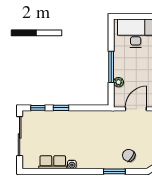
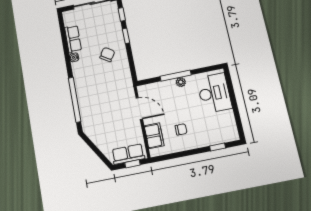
plant: (118, 82) -> (181, 82), moved
chair: (129, 155) -> (107, 55), moved
window: (114, 171) -> (75, 100), width x2.11

